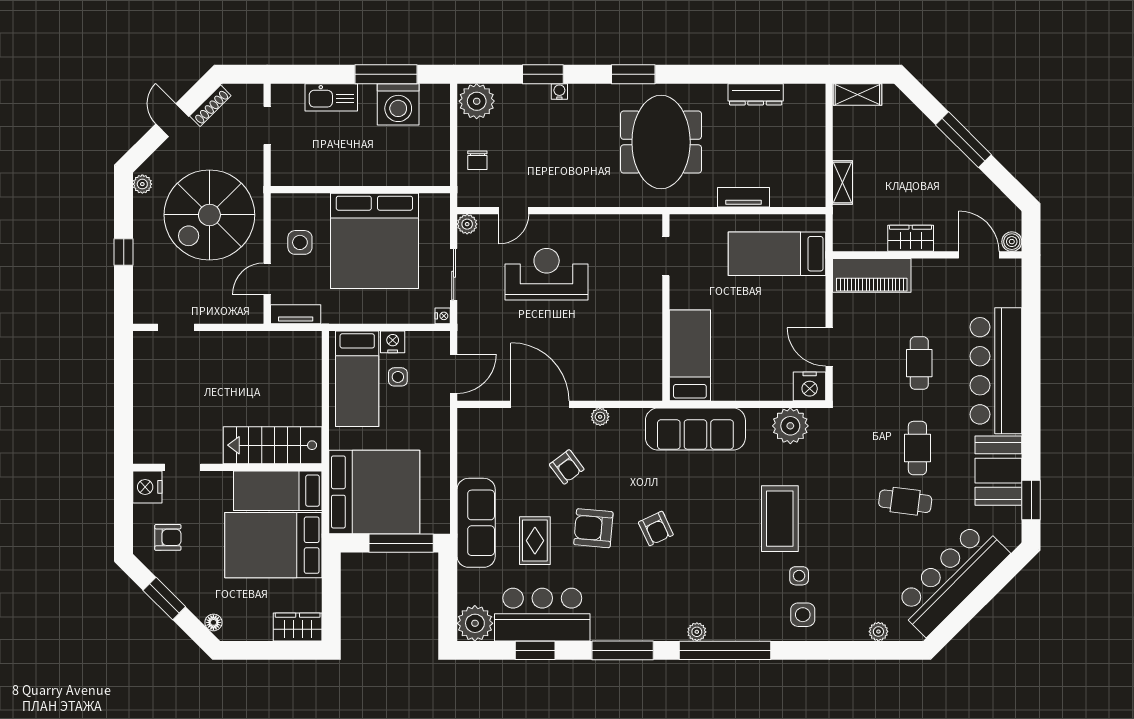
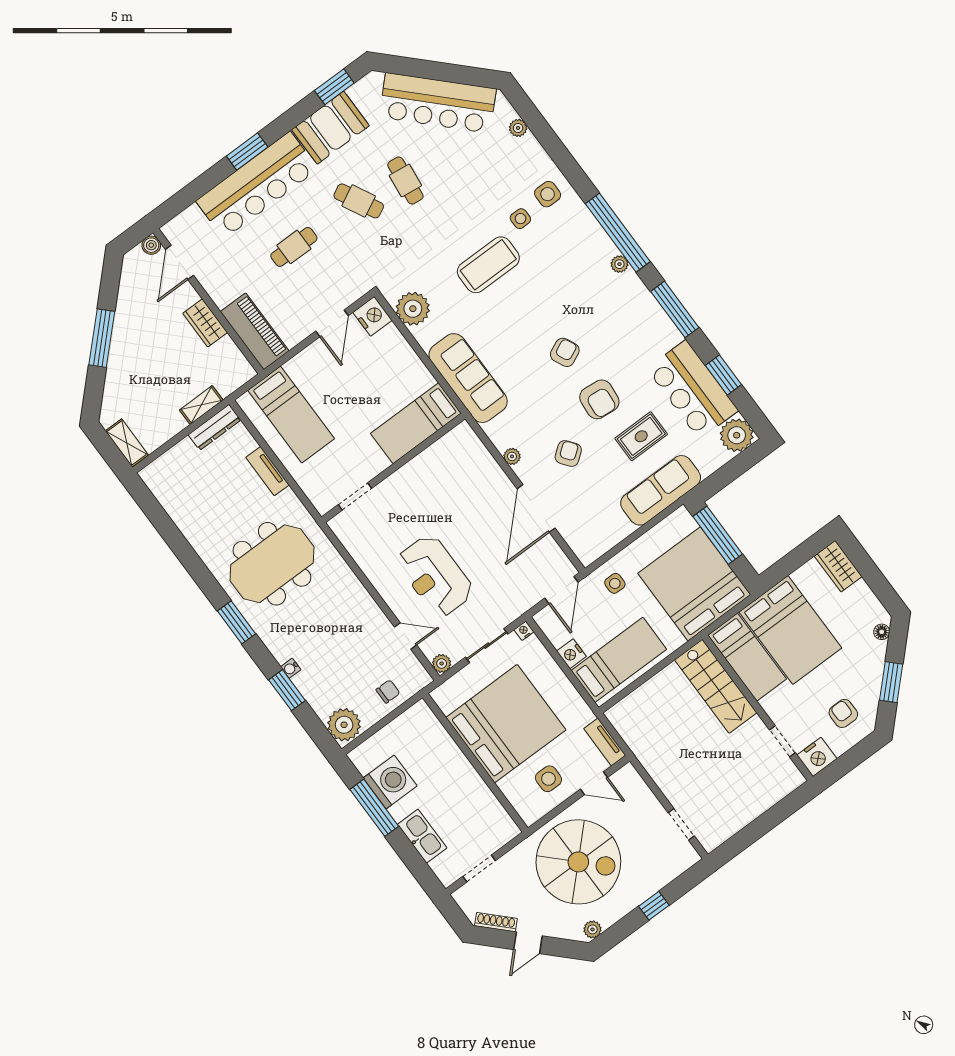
dresser: (756, 94) -> (214, 427), moved, turned 90
door: (454, 374) -> (561, 590), swing flipped
side table: (398, 377) -> (615, 583), moved
window: (1031, 384) -> (247, 152), added
cafe table: (917, 448) -> (359, 201), turned 63

